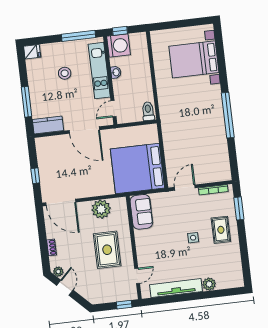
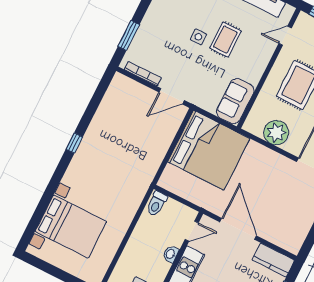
washbasin: (116, 72) -> (171, 254), moved
window: (228, 115) -> (74, 143), width x0.32
rug: (221, 230) -> (225, 40), moved

